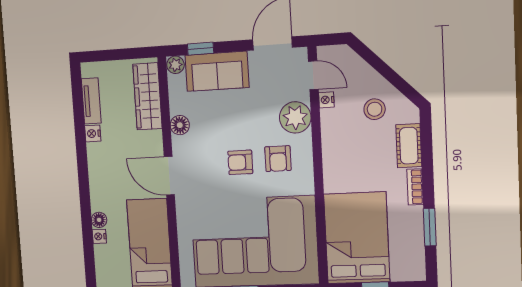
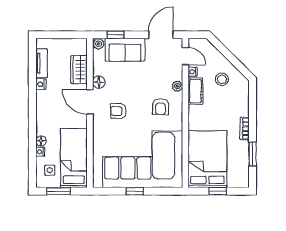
wardrobe: (147, 96) -> (79, 70), width x0.67
plant: (295, 117) -> (177, 86), width x0.53, depth x0.53
cot: (409, 146) -> (195, 91), moved
armchair: (240, 162) -> (118, 111), moved
door: (169, 176) -> (90, 102), moved
side table: (115, 264) -> (50, 170), added

